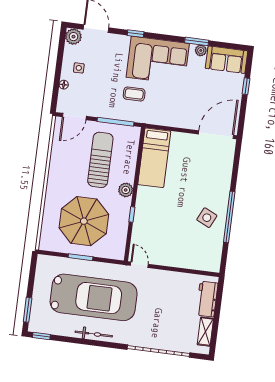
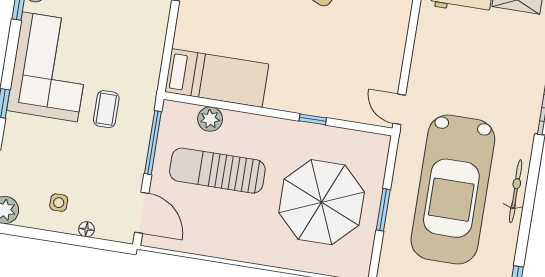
plant: (126, 190) -> (210, 119), moved
door: (139, 265) -> (399, 109), hinge flipped
car: (94, 297) -> (453, 190), turned 180

